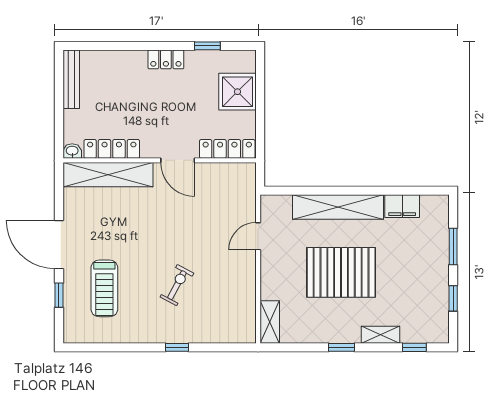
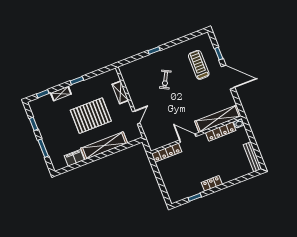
shower: (237, 92) -> (172, 181), removed
shelving: (270, 322) -> (120, 92), moved

